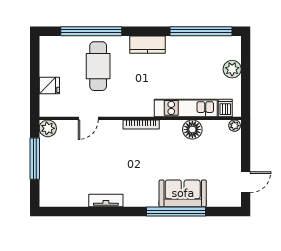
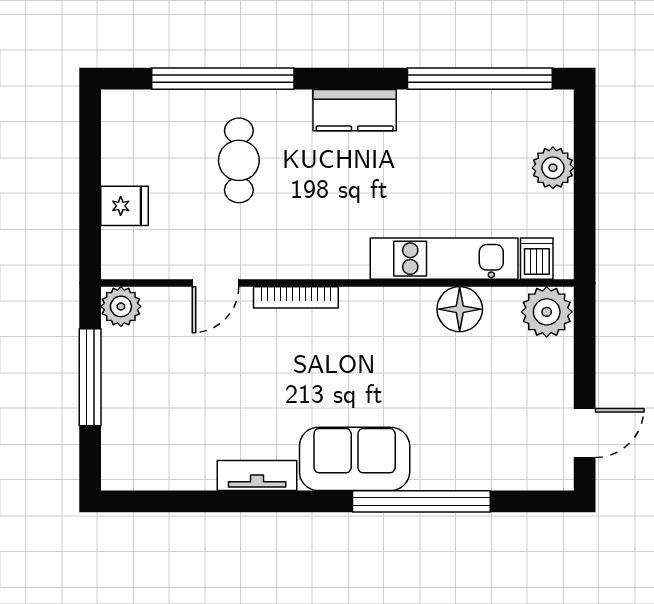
cafe table: (98, 66) -> (239, 160), width x0.73, depth x0.74
bookcase: (141, 124) -> (296, 297), moved
plant: (235, 126) -> (547, 312), width x1.88, depth x1.88
sofa: (183, 193) -> (355, 459), moved

